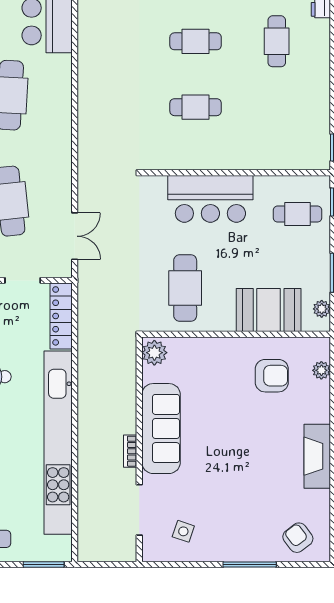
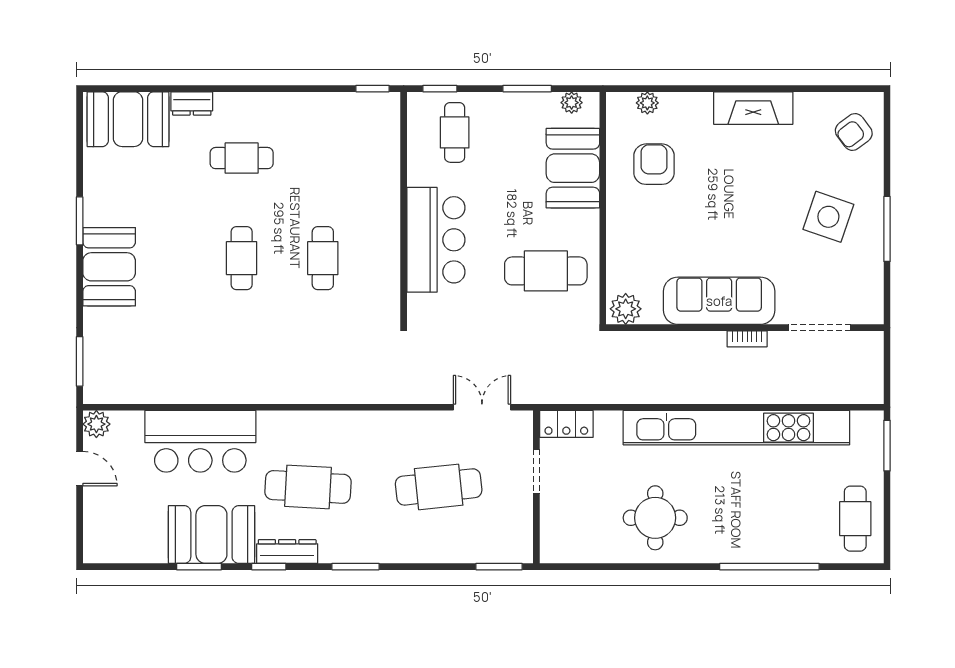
locker: (61, 316) -> (566, 424), width x0.66
side table: (183, 531) -> (828, 217), moved, width x1.87, depth x1.87
window: (250, 565) -> (887, 229), moved

